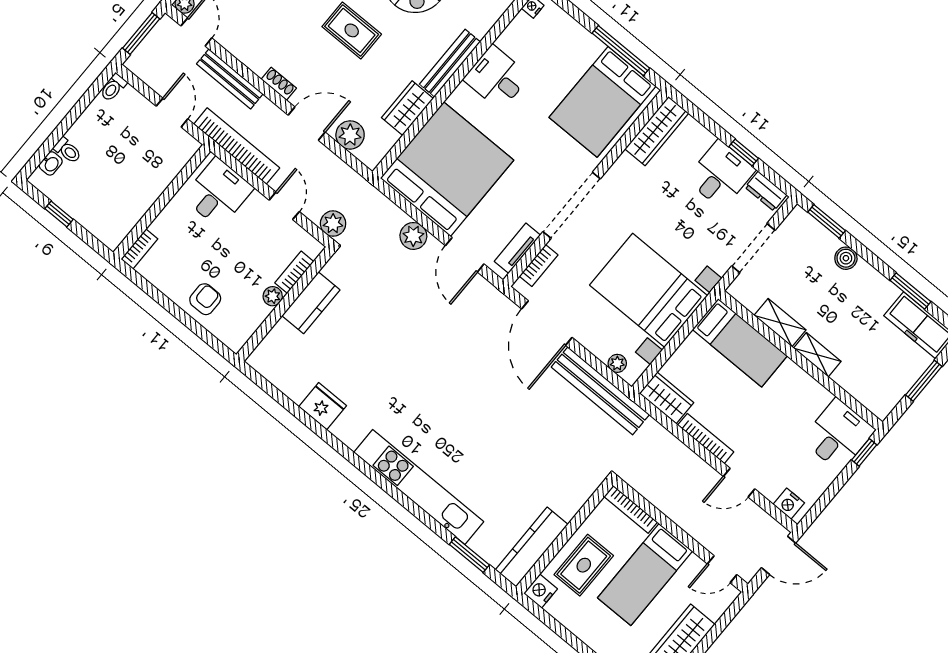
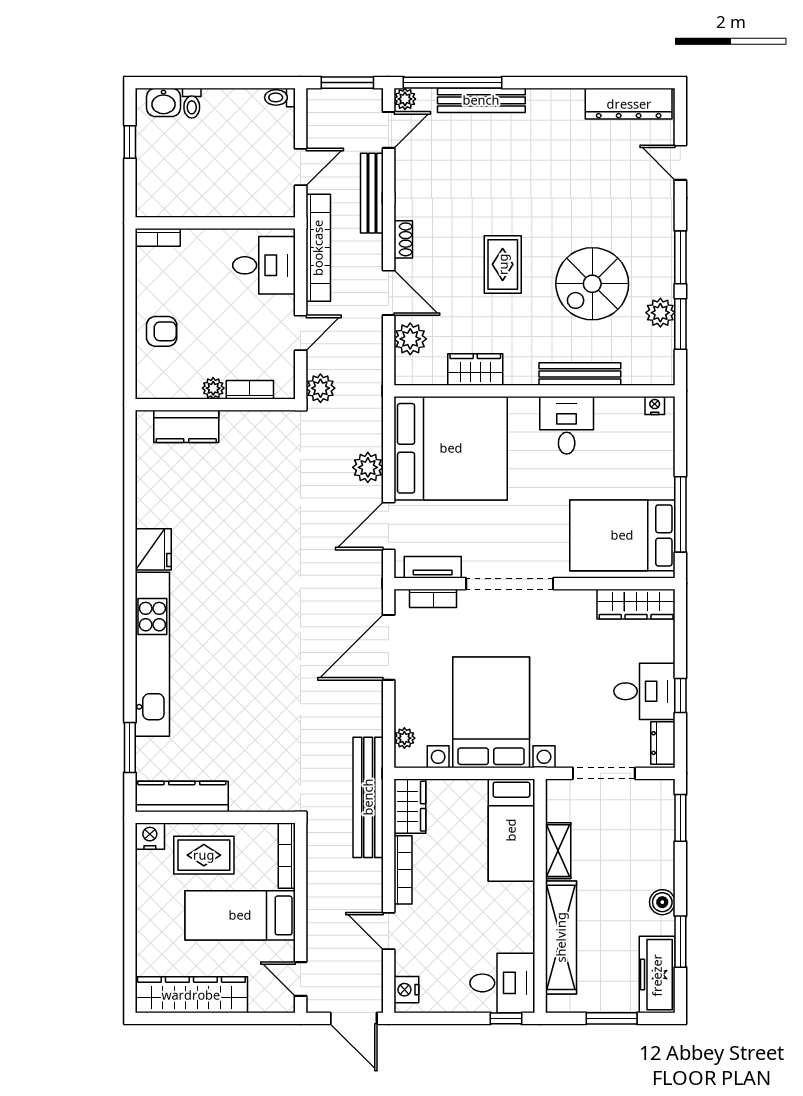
bench: (450, 63) -> (580, 374), moved
washbasin: (51, 163) -> (164, 102), width x1.38, depth x1.45
boiler: (846, 258) -> (662, 902), moved
kitchen counter: (311, 303) -> (186, 426), moved
shelving: (817, 355) -> (561, 937), width x2.20, depth x1.33
bench: (600, 391) -> (368, 797), moved
fridge: (323, 406) -> (153, 549), moved

